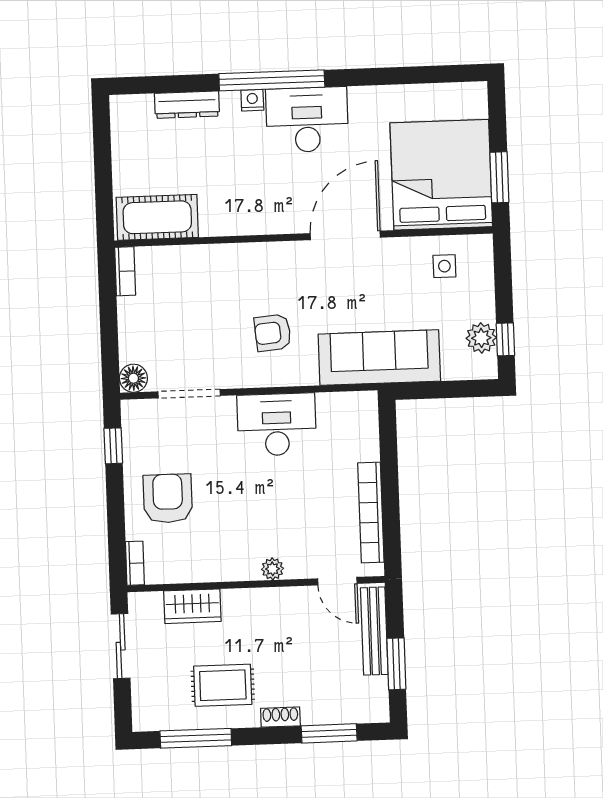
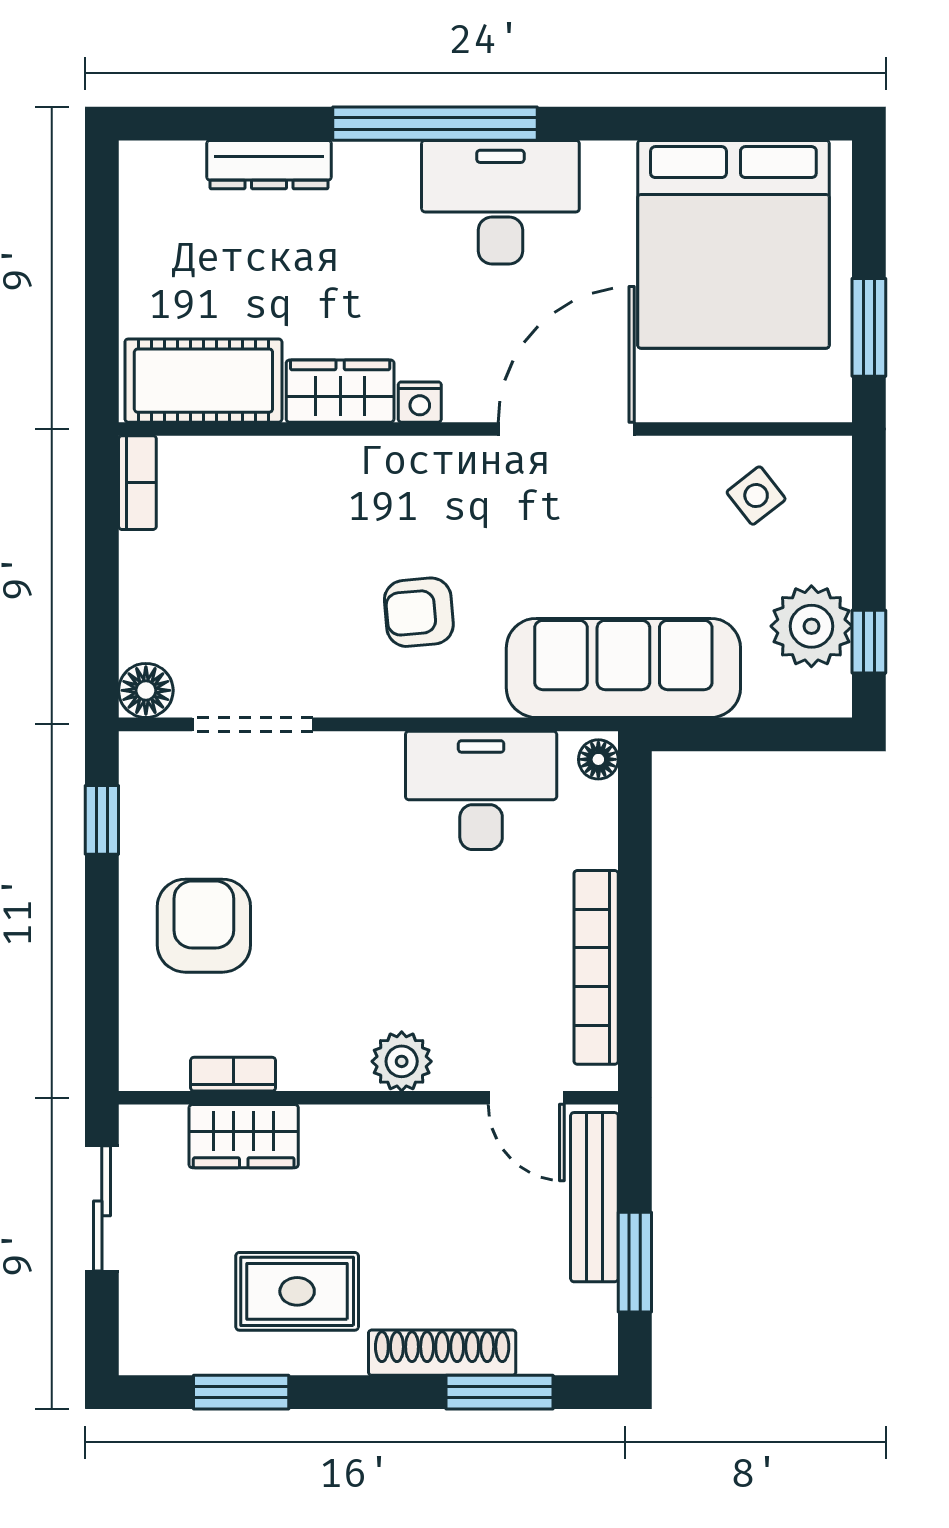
nightstand: (252, 100) -> (420, 402), moved, turned 180
bed: (441, 175) -> (733, 244), moved, turned 180
wardrobe: (228, 220) -> (340, 391), added
side table: (444, 266) -> (756, 496), turned -38
plant: (481, 338) -> (811, 626), width x1.36, depth x1.36
floor lamp: (368, 405) -> (598, 759), added
desk: (277, 425) -> (481, 790), moved
bookcase: (135, 563) -> (233, 1074), moved, turned -90
plant: (273, 569) -> (402, 1061), width x1.38, depth x1.38
shoe rack: (280, 717) -> (442, 1353), width x1.94, depth x1.24
window: (196, 738) -> (241, 1392), width x0.69

